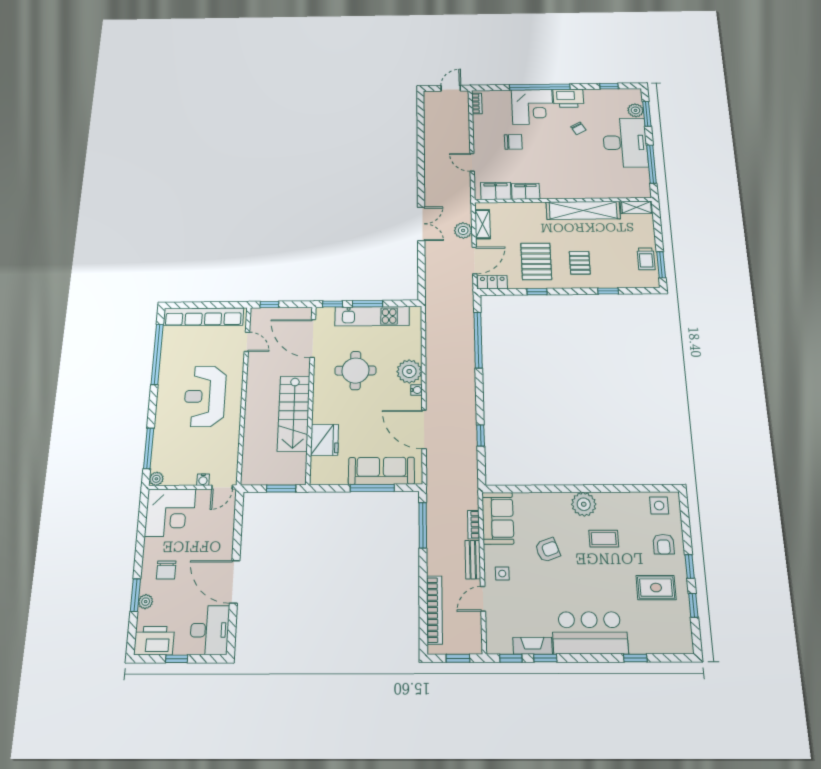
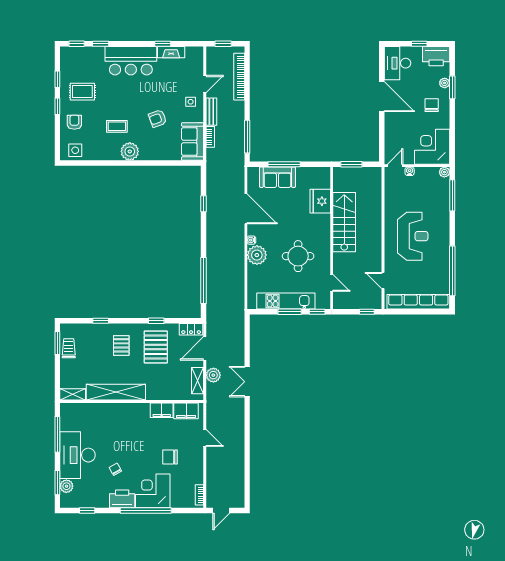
door: (313, 338) -> (332, 283), width x0.53
sofa: (381, 471) -> (277, 177), width x0.73
window: (511, 658) -> (77, 44), moved

